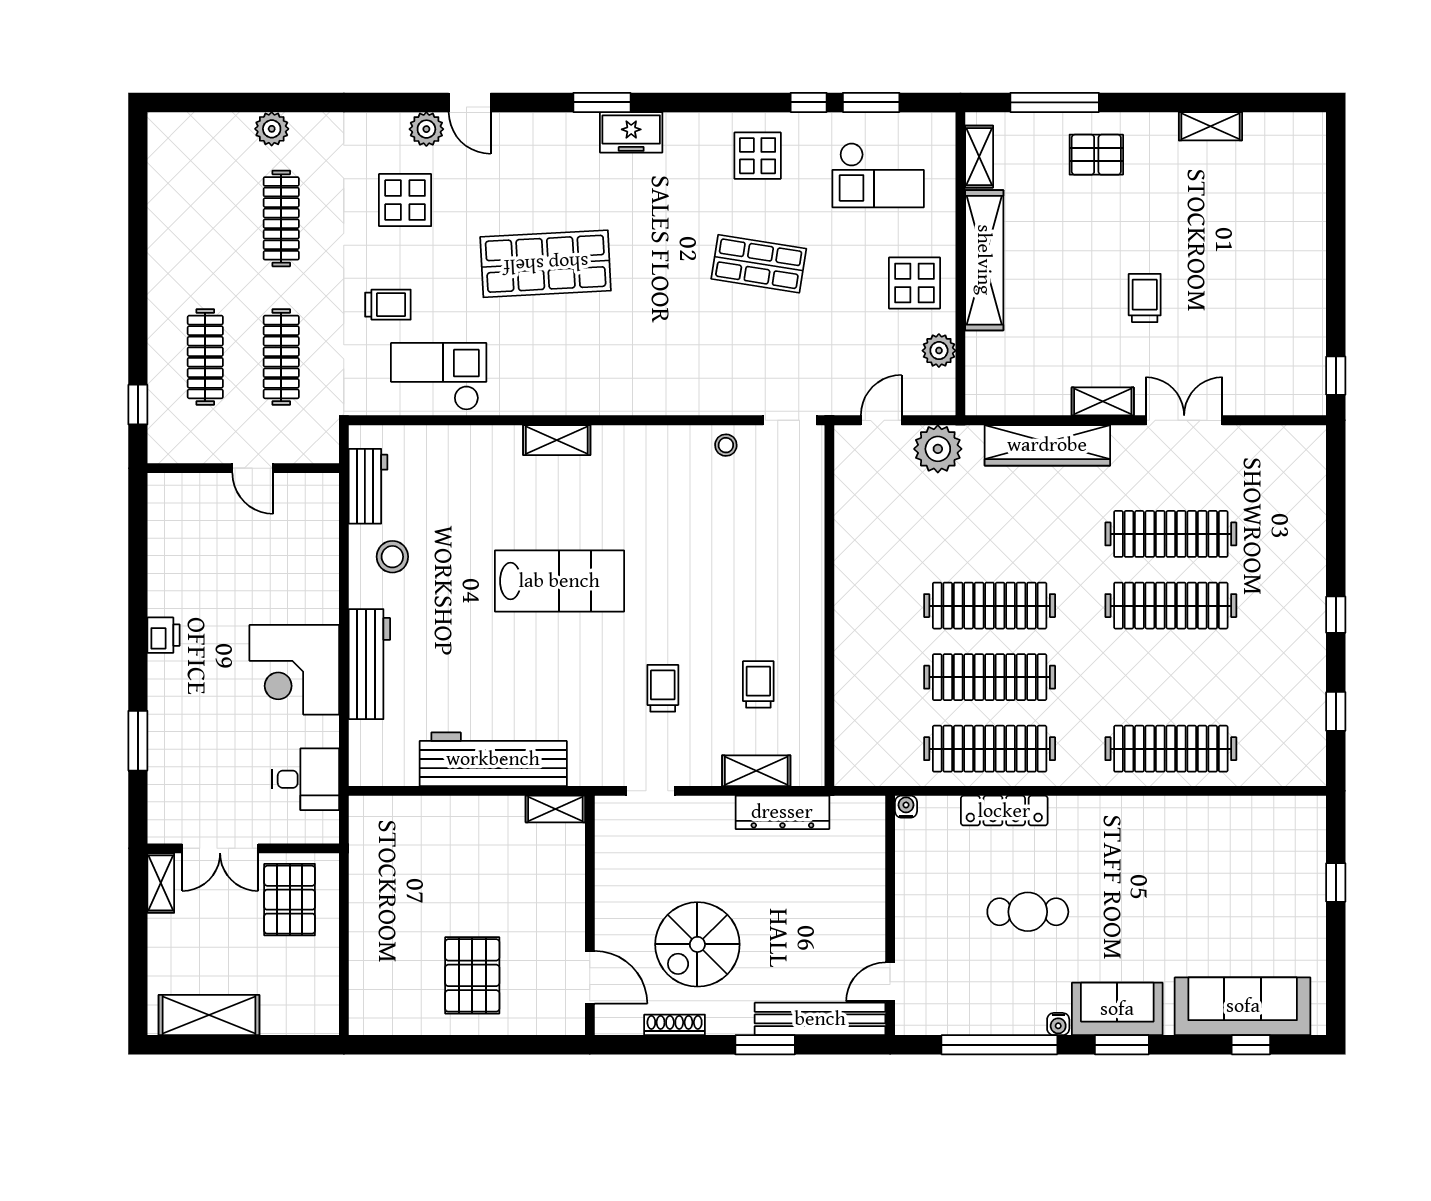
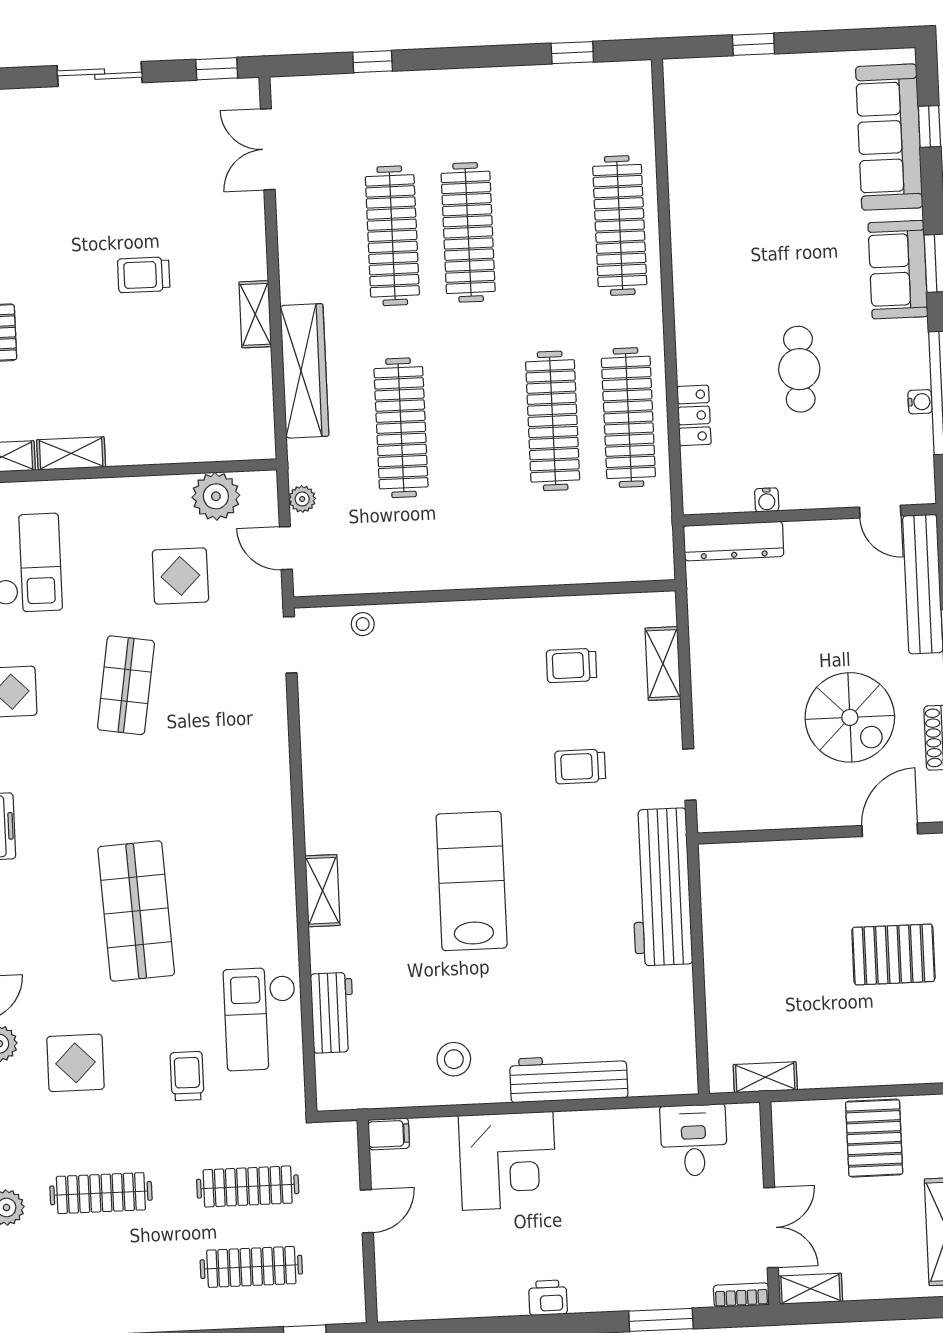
shelving: (984, 260) -> (71, 453), width x0.45, depth x0.75
sliding door: (1336, 265) -> (100, 74), added
display table: (915, 283) -> (180, 576), moved
plant: (939, 351) -> (216, 496), width x1.36, depth x1.36
double door: (1184, 420) -> (268, 149), moved
stool: (726, 445) -> (363, 624), moved
plant: (938, 449) -> (302, 499), width x0.53, depth x0.53
workbench: (368, 486) -> (333, 1013), moved, turned 90
filing cabinet: (325, 492) -> (389, 1134), added
clothes rail: (990, 606) -> (401, 428), moved
window: (1336, 615) -> (373, 62), moved
corner desk: (294, 670) -> (508, 1161), moved
workbench: (493, 759) -> (661, 887), moved
water cooler: (906, 807) -> (767, 500), moved, turned -90
shelving: (555, 809) -> (765, 1077), moved, turned 90
locker: (1004, 811) -> (694, 415), width x0.66
dresser: (782, 812) -> (734, 541), moved, turned 90
bookcase: (158, 817) -> (741, 1295), added
pallet: (290, 900) -> (874, 1138), moved, turned 90
water cooler: (1058, 1024) -> (920, 402), moved

